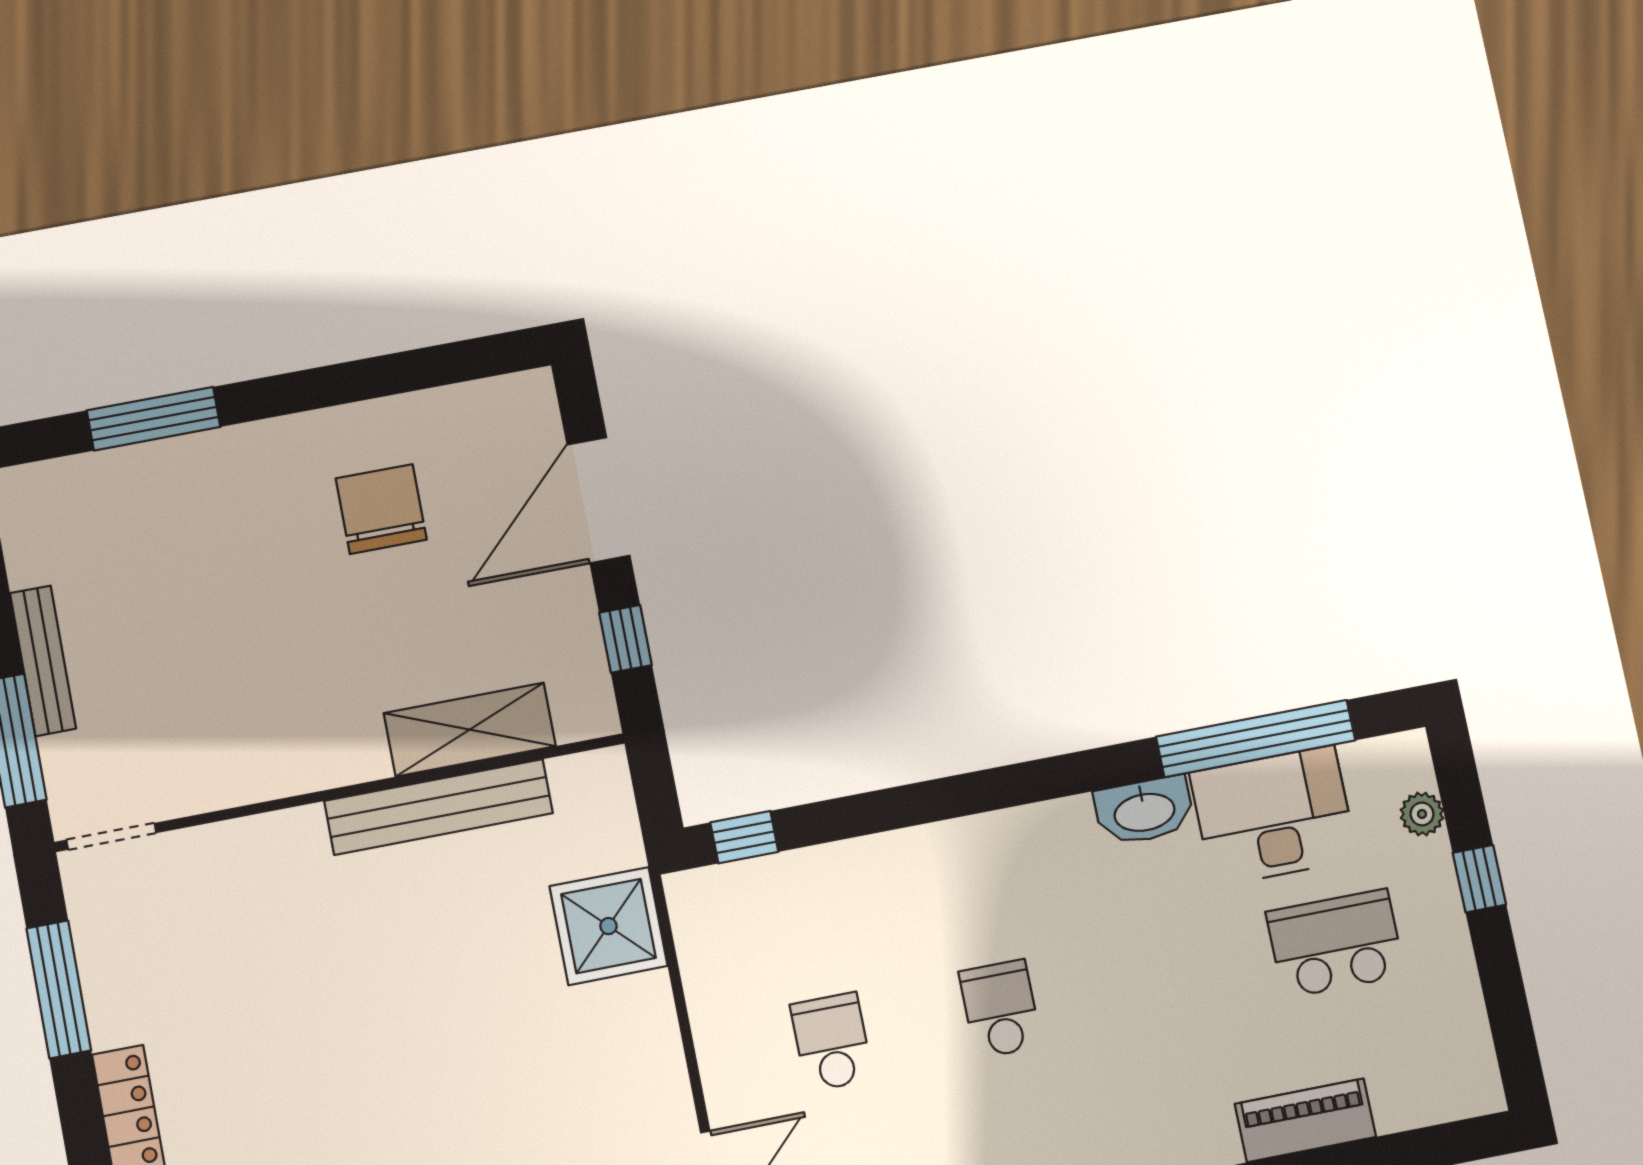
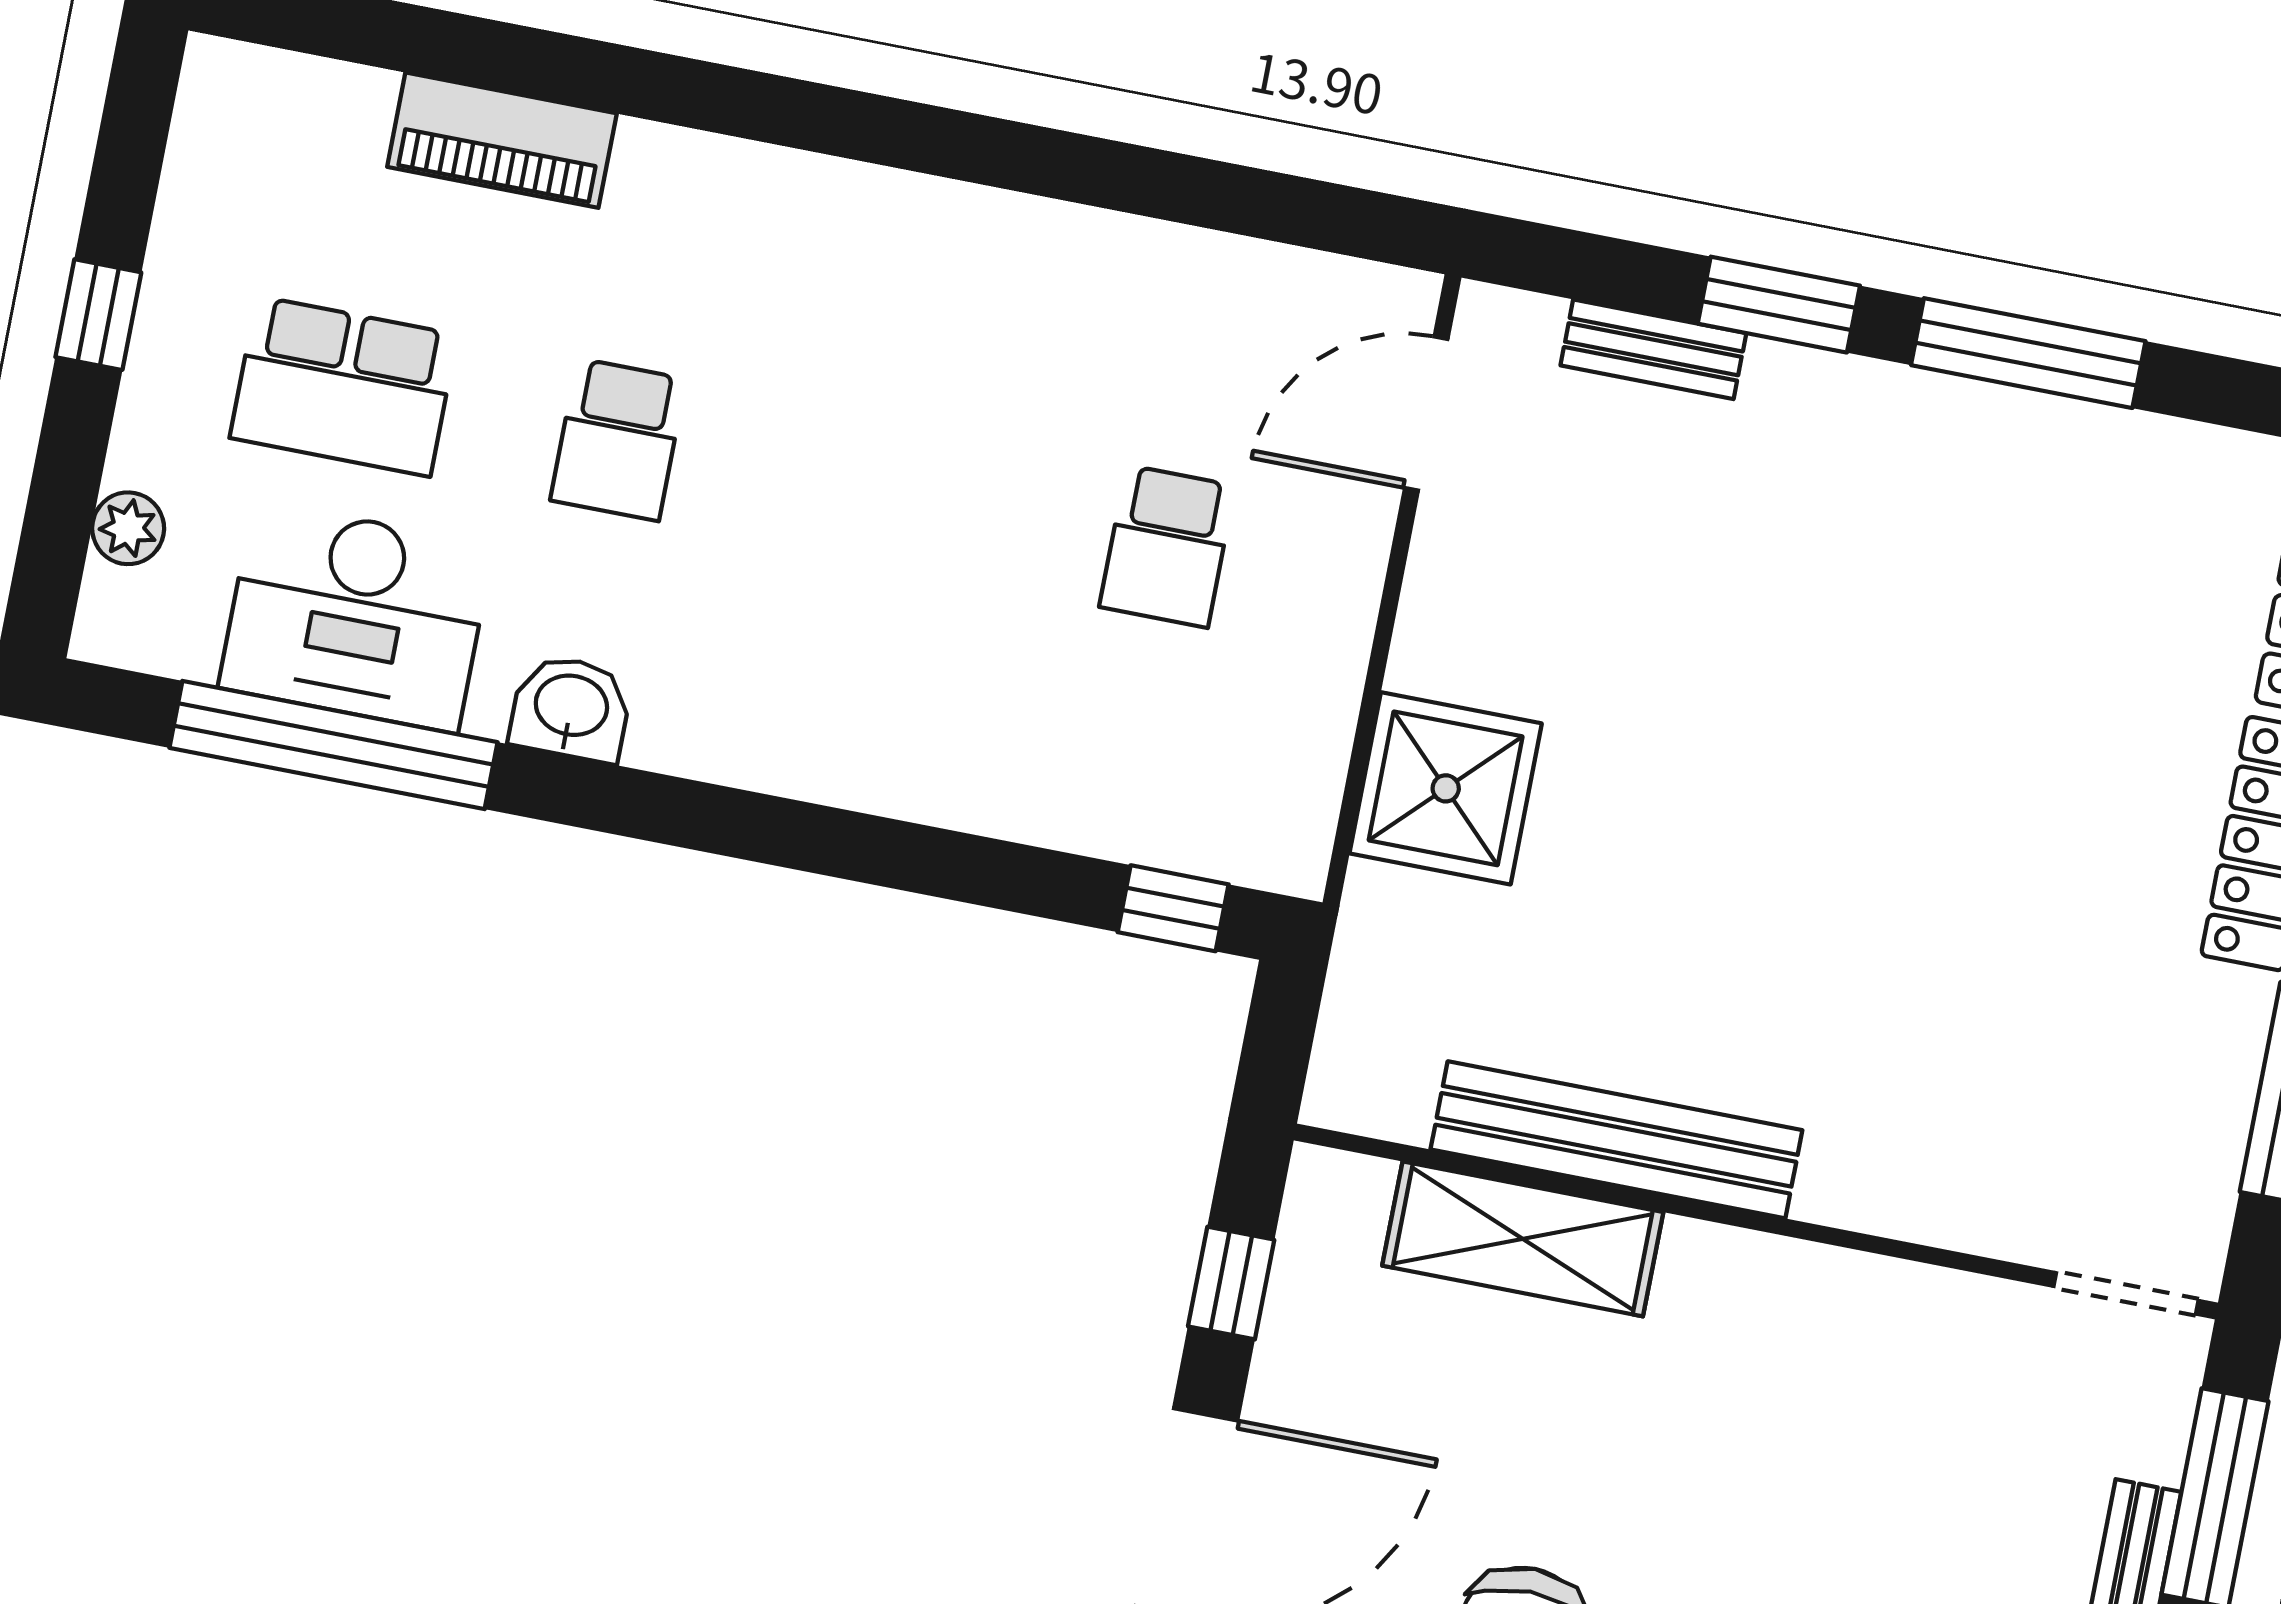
washbasin: (1144, 811) -> (571, 708), width x0.72
window: (1479, 879) -> (98, 315), moved
shower: (609, 926) -> (1446, 788), moved
school desk: (1000, 1009) -> (618, 440), moved

